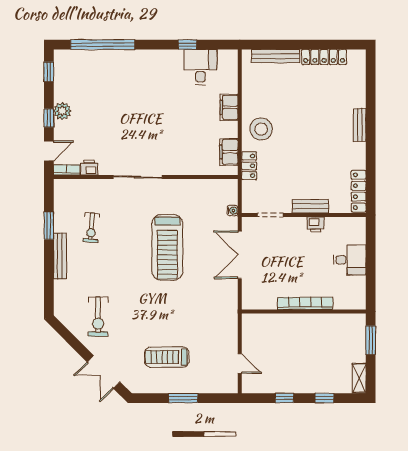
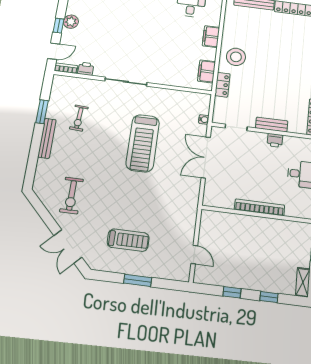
treadmill: (167, 357) -> (128, 240), turned 180

